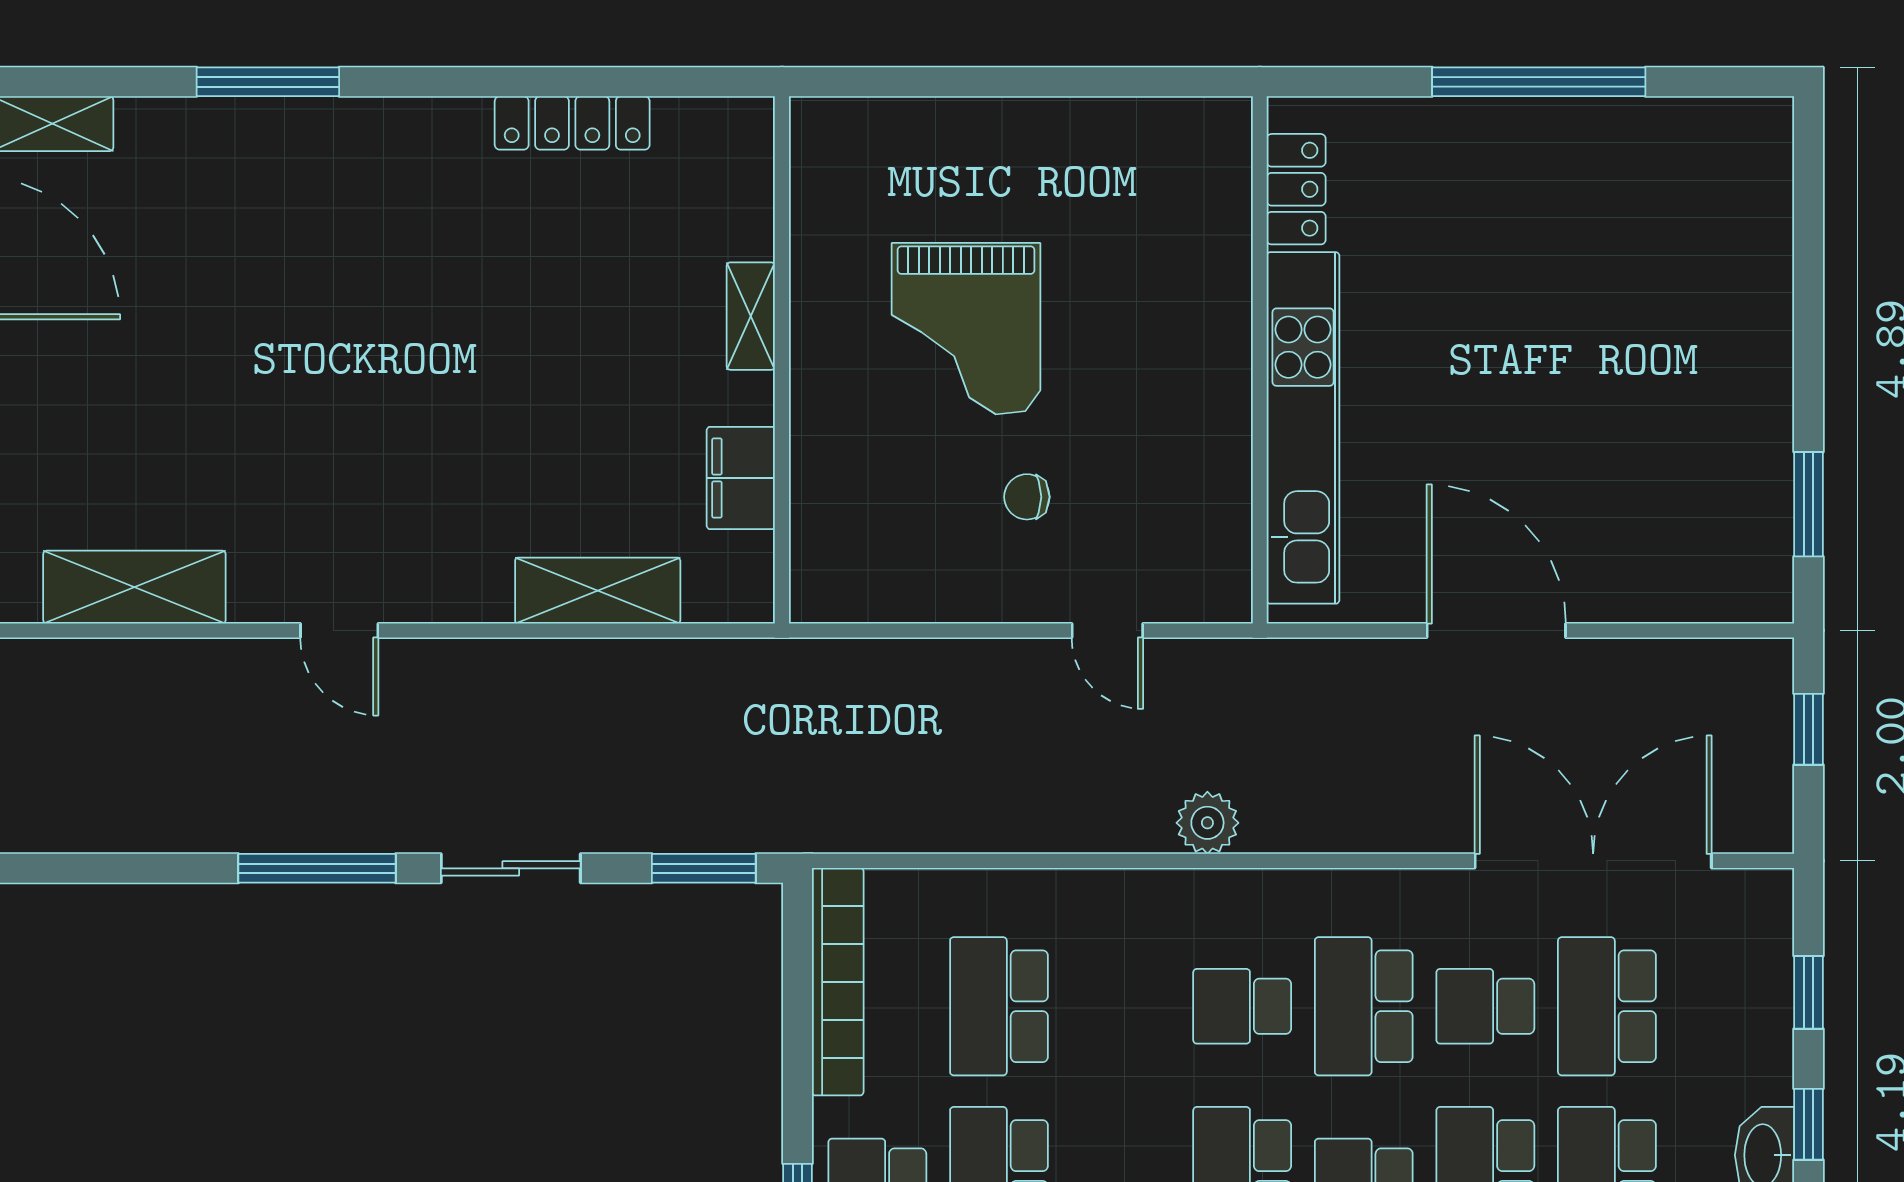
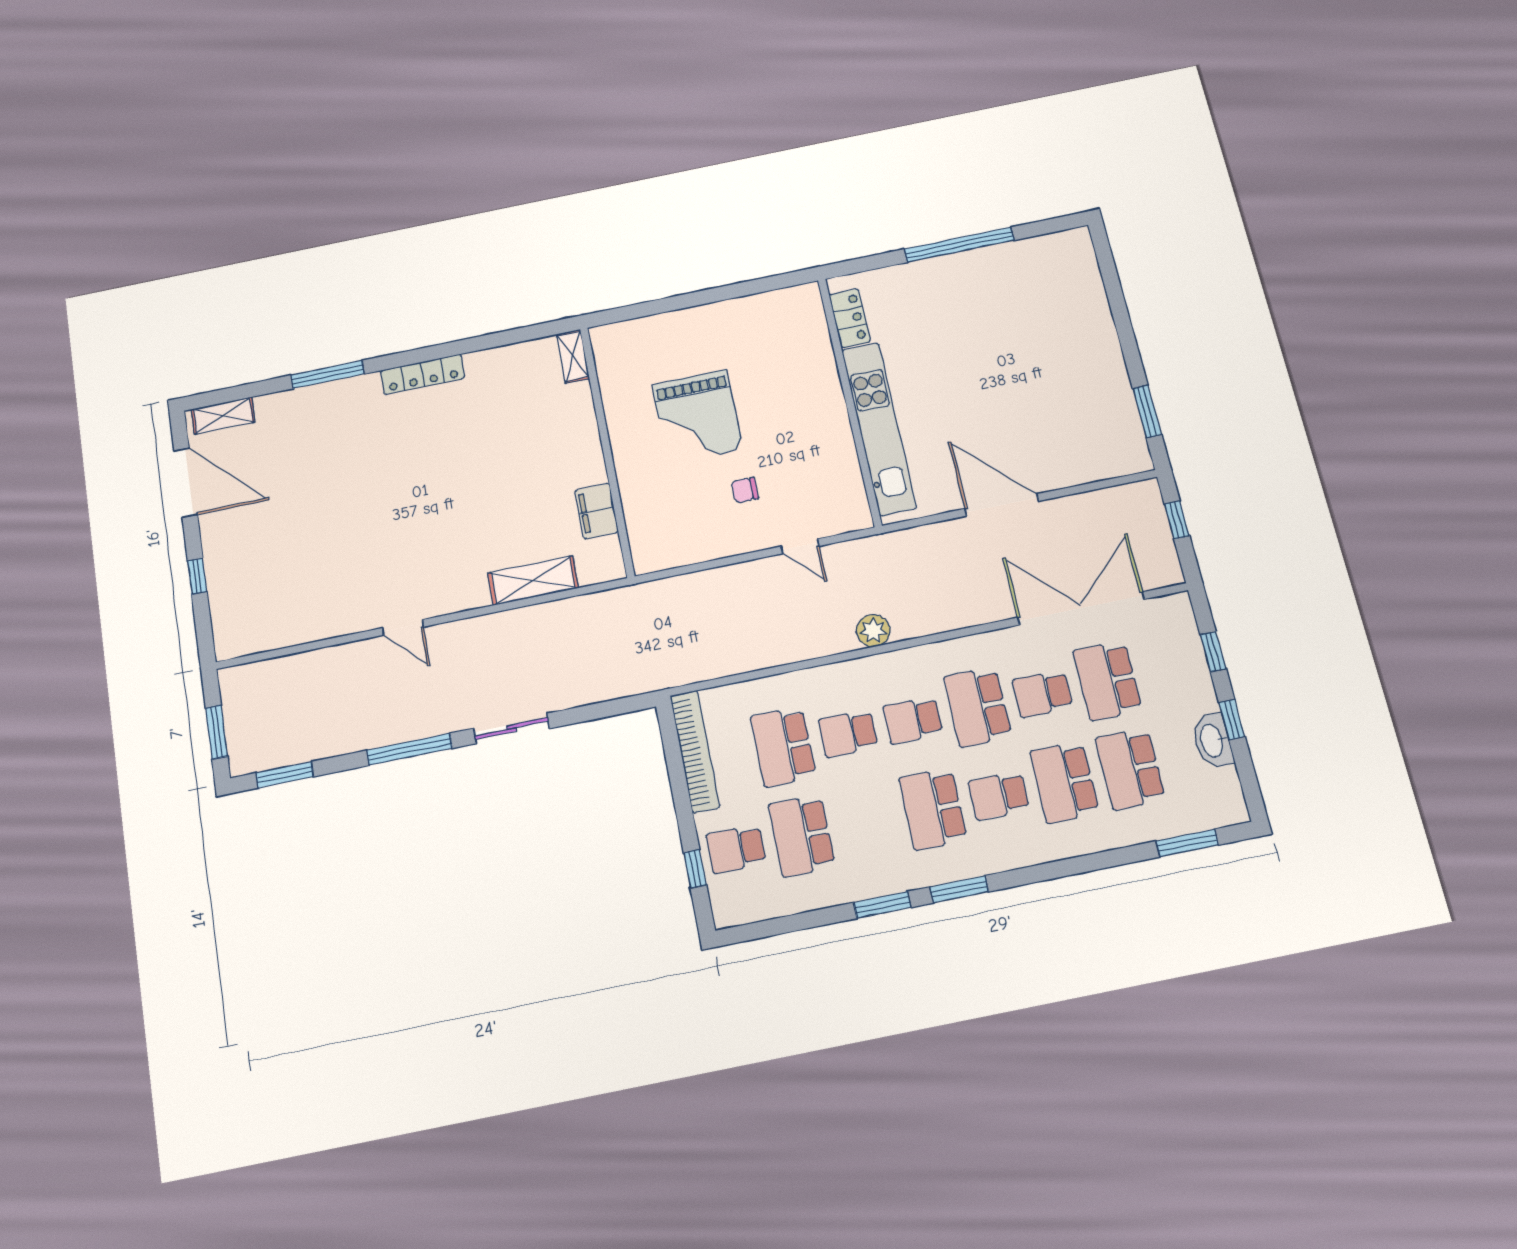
locker: (572, 123) -> (423, 374), moved
shelving: (751, 316) -> (573, 356), moved
shelving: (134, 587) -> (294, 628), removed
window: (704, 868) -> (285, 775), moved
school desk: (1121, 1006) -> (848, 733), added

